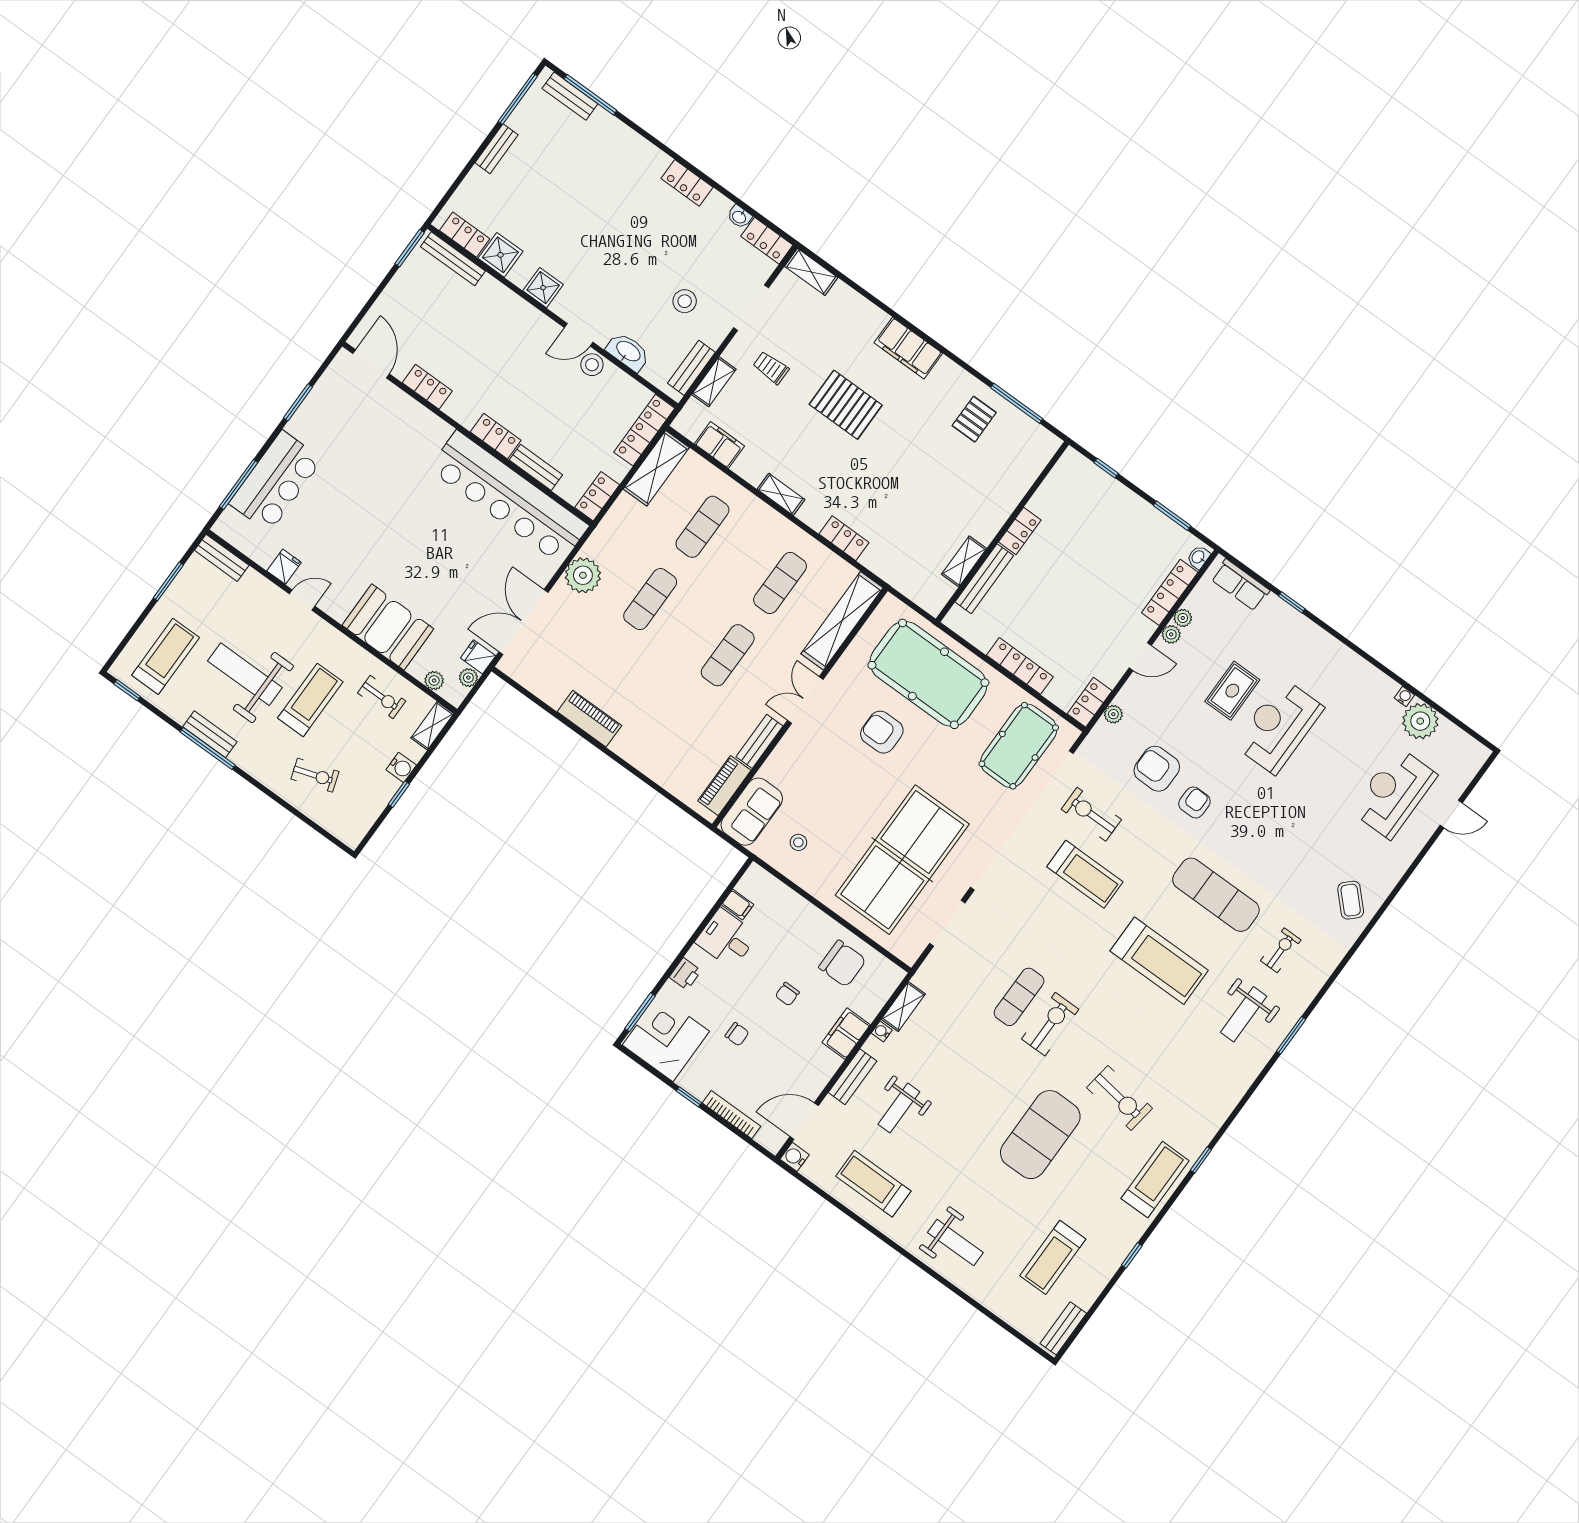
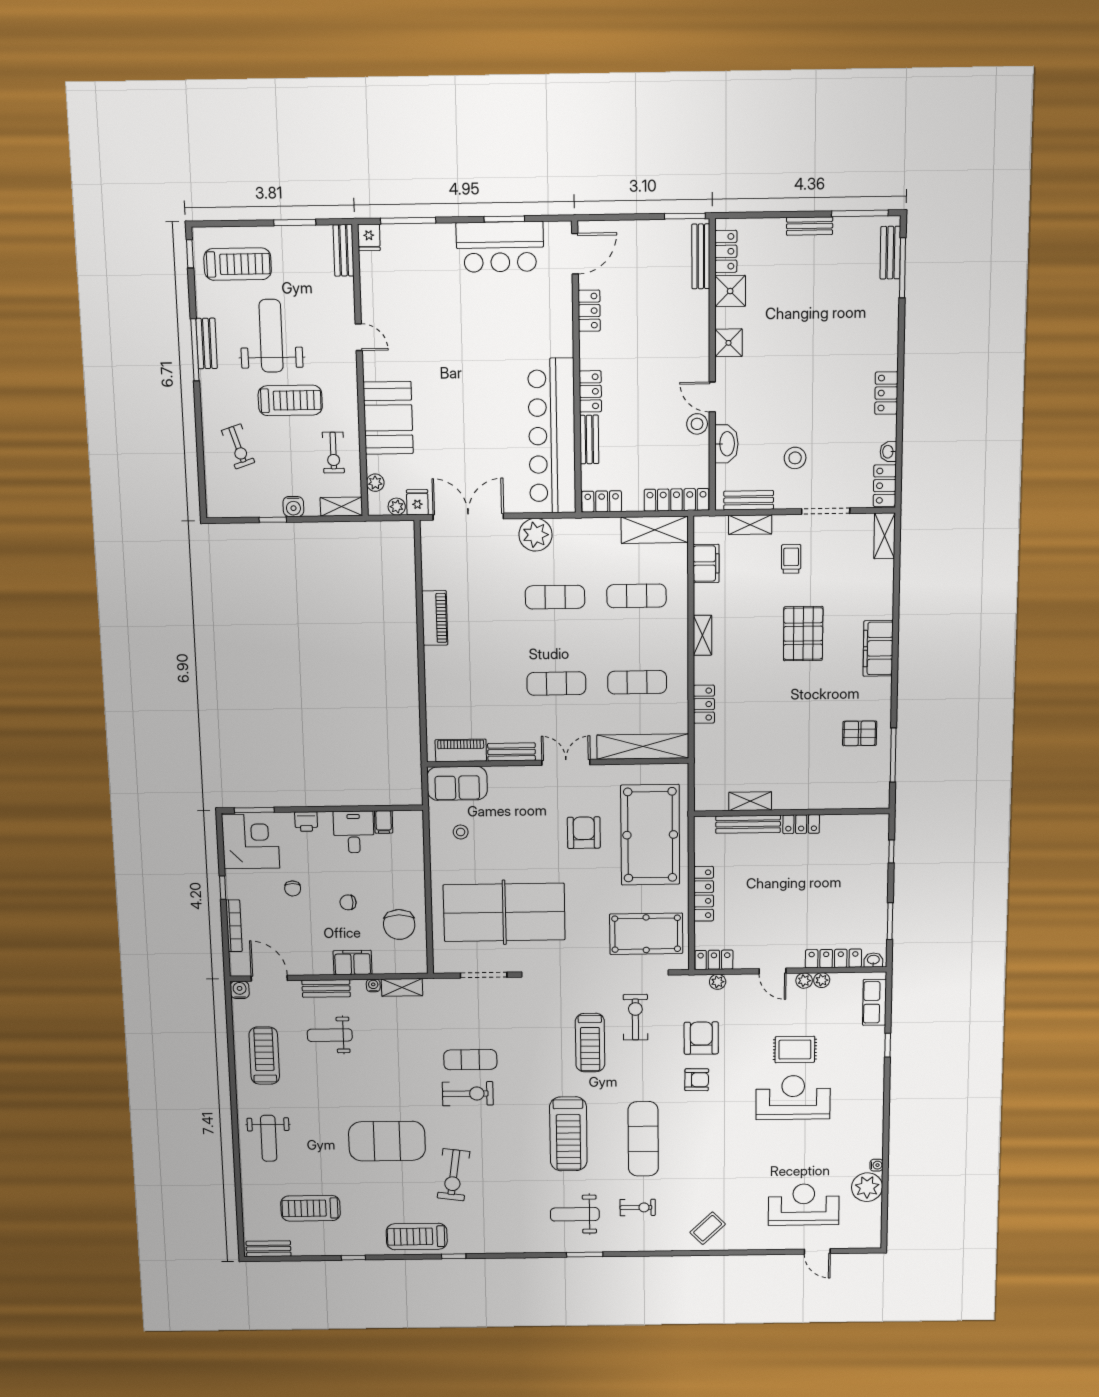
bar counter: (276, 481) -> (500, 247), moved
fridge: (284, 567) -> (369, 237), moved, turned 90
treadmill: (1155, 1180) -> (417, 1237), turned 180

